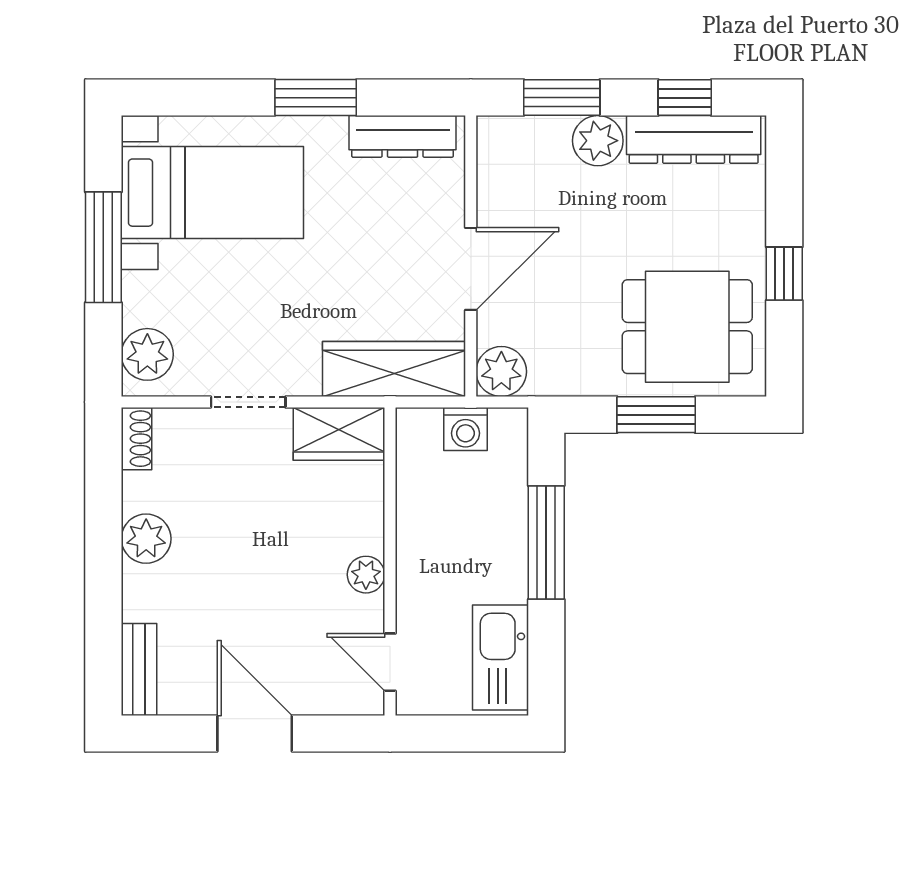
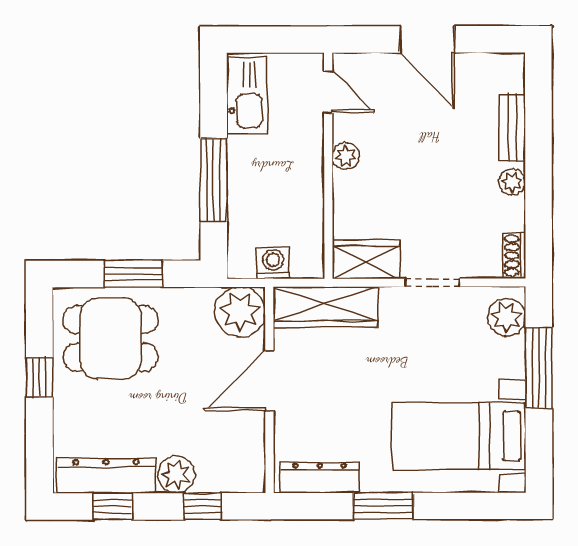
window: (562, 98) -> (203, 506), width x0.67
window: (103, 247) -> (539, 368), moved
plant: (501, 372) -> (240, 312), width x1.36, depth x1.36
plant: (146, 539) -> (512, 182), width x0.73, depth x0.73
bench: (139, 669) -> (512, 128), moved

